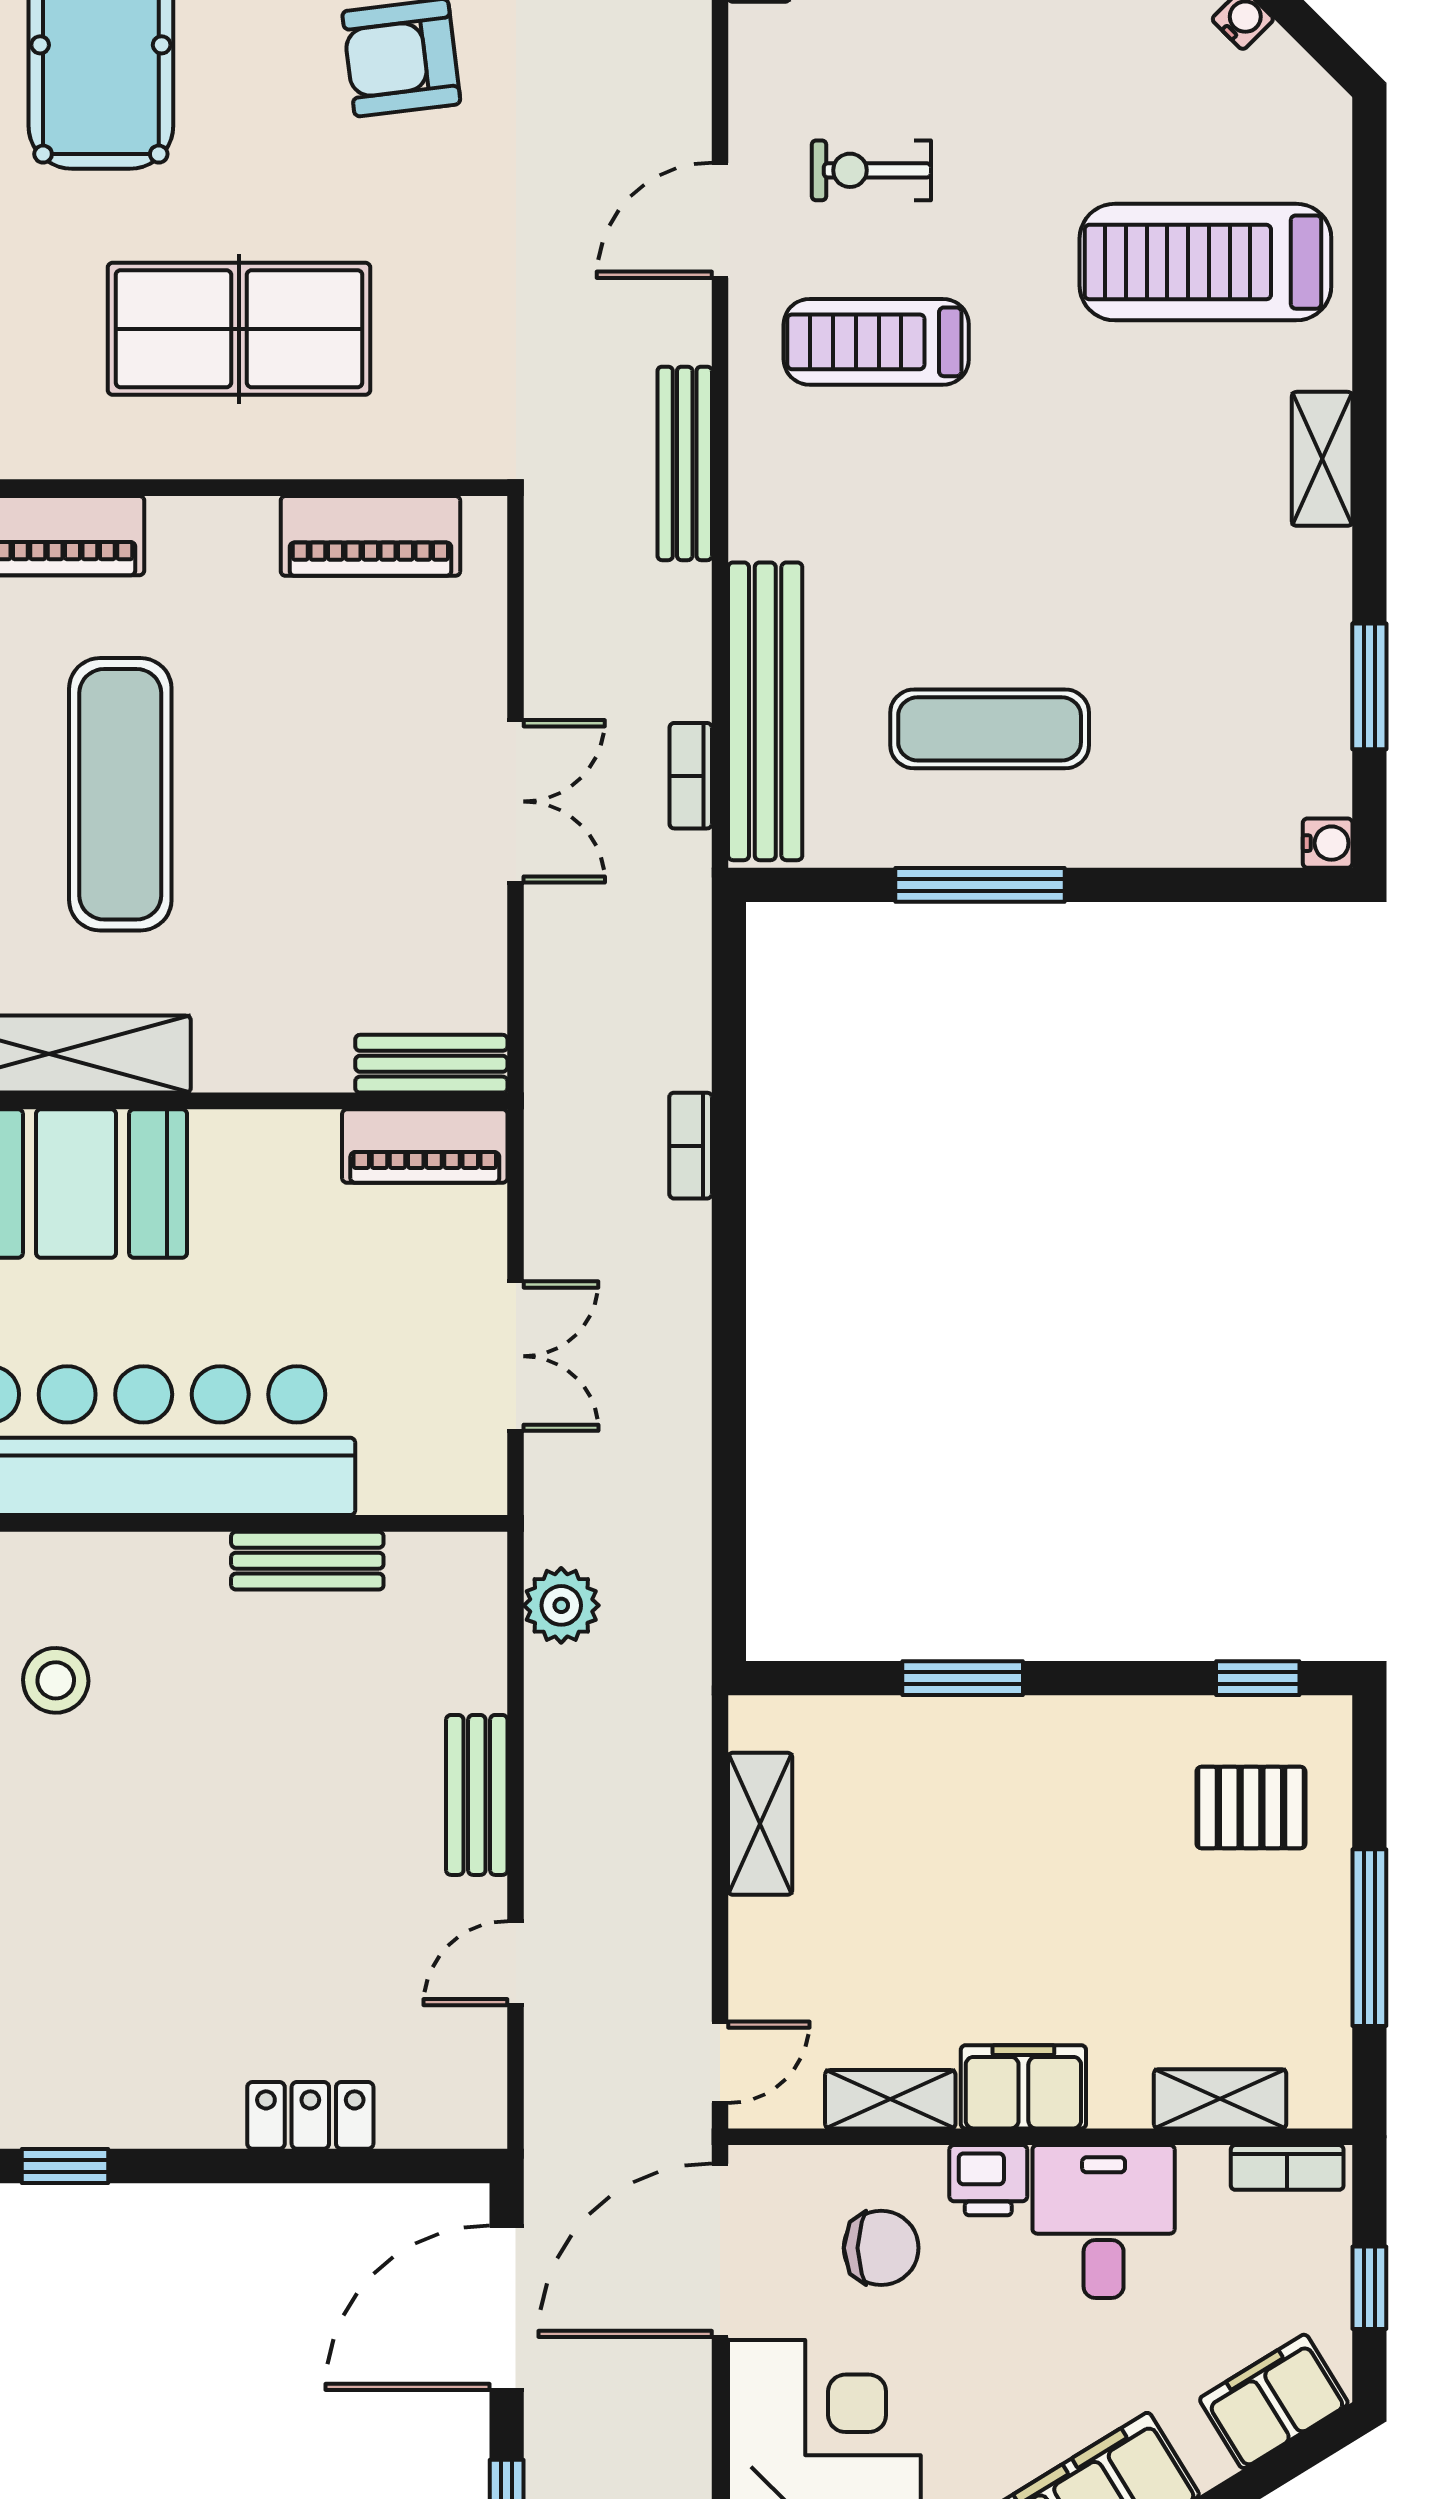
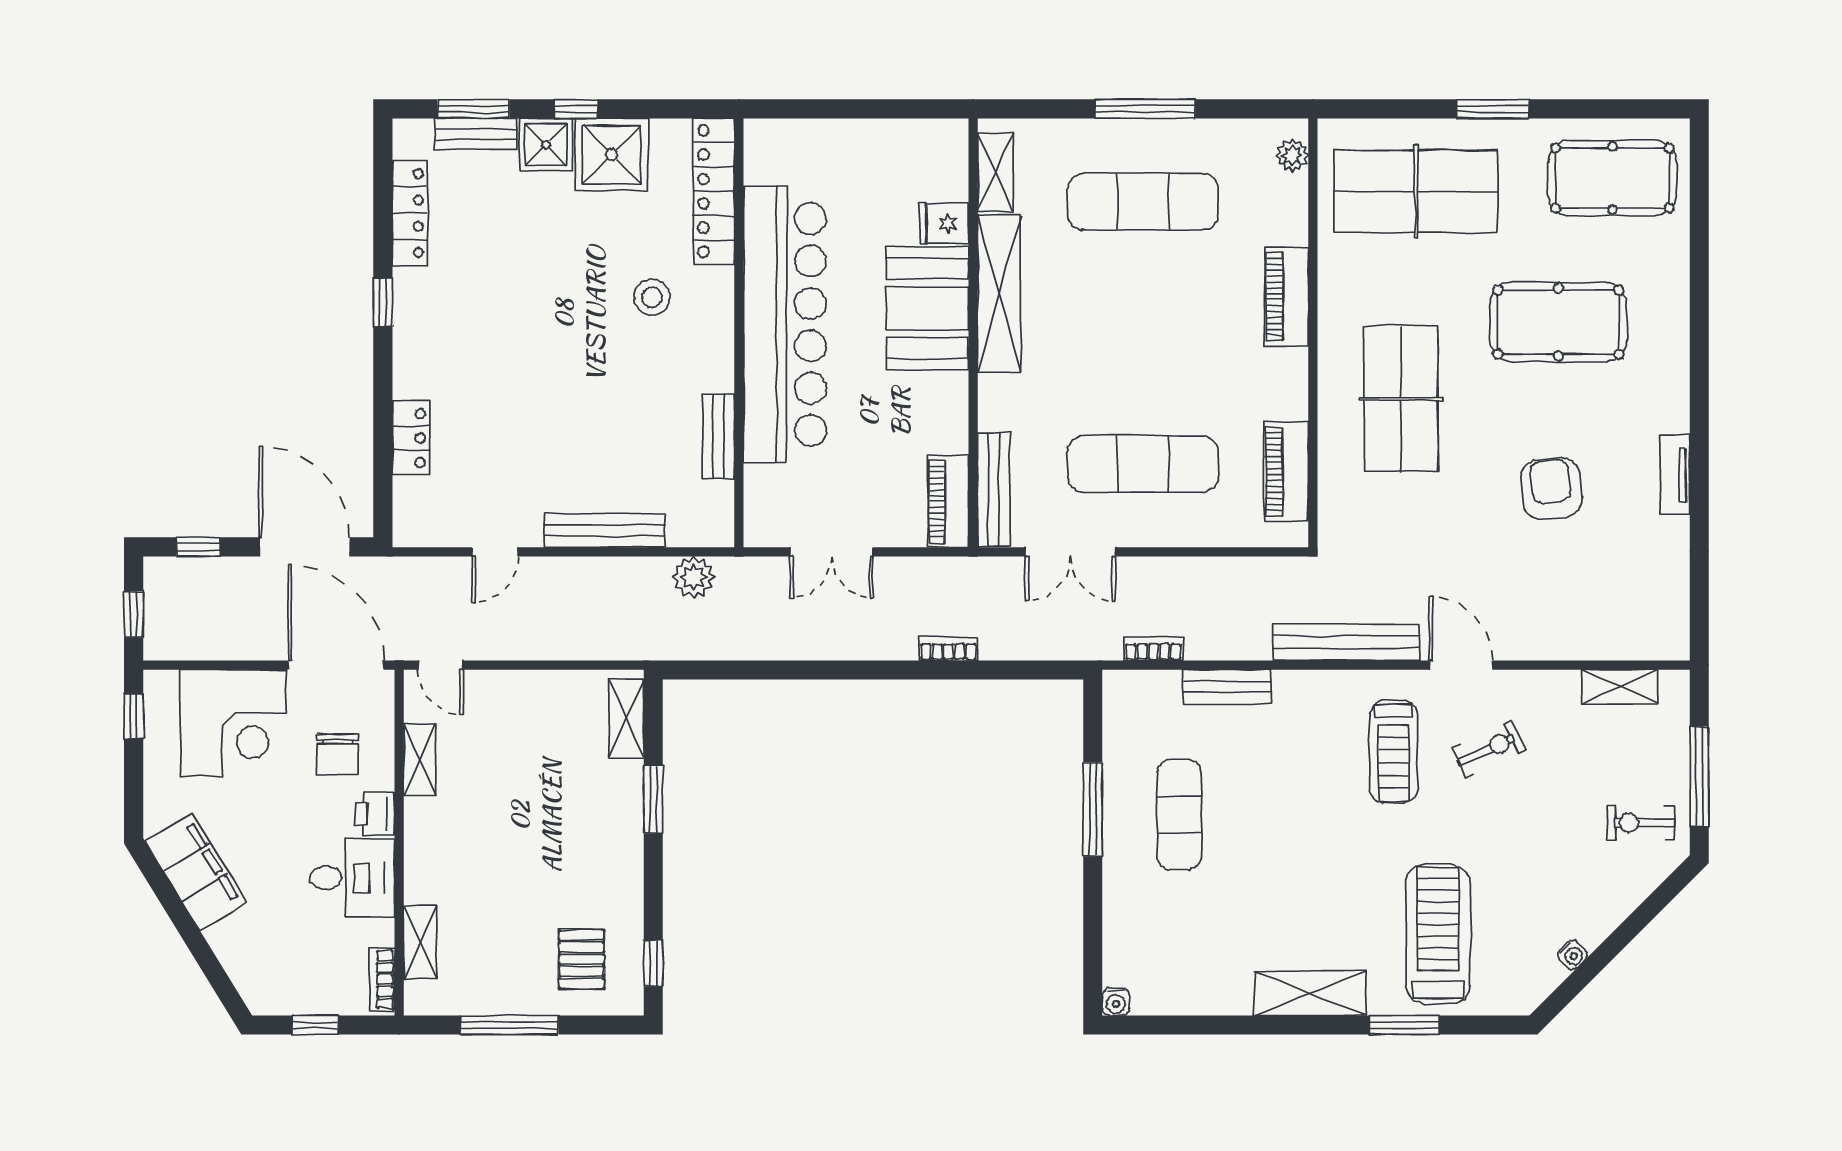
exercise bike: (871, 170) -> (1489, 749), turned 65
treadmill: (876, 342) -> (1394, 752), turned 180
shelving: (1322, 459) -> (1310, 993), width x1.50, depth x1.33
bench: (685, 463) -> (1346, 642), width x1.37, depth x1.21
window: (1369, 686) -> (1404, 1025), moved
bench: (765, 711) -> (1227, 687), width x0.54, depth x0.82
exercise mat: (120, 794) -> (1143, 464), moved
double door: (516, 801) -> (1070, 552), moved
bench: (431, 1064) -> (994, 490), width x1.36
bench: (477, 1795) -> (605, 530), width x1.36
shelving: (760, 1824) -> (626, 718), moved, turned 90
door: (516, 1963) -> (495, 552), swing flipped
filing cabinet: (1023, 2087) -> (427, 833), removed
filing cabinet: (1274, 2401) -> (252, 972), removed

